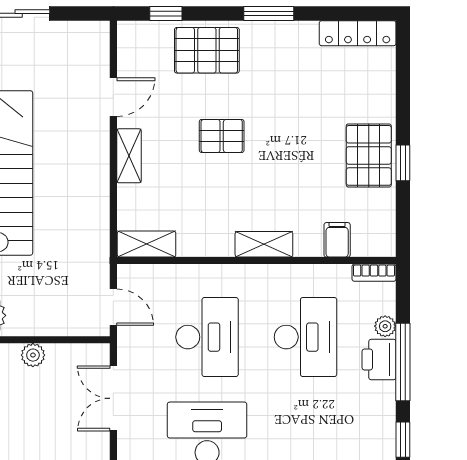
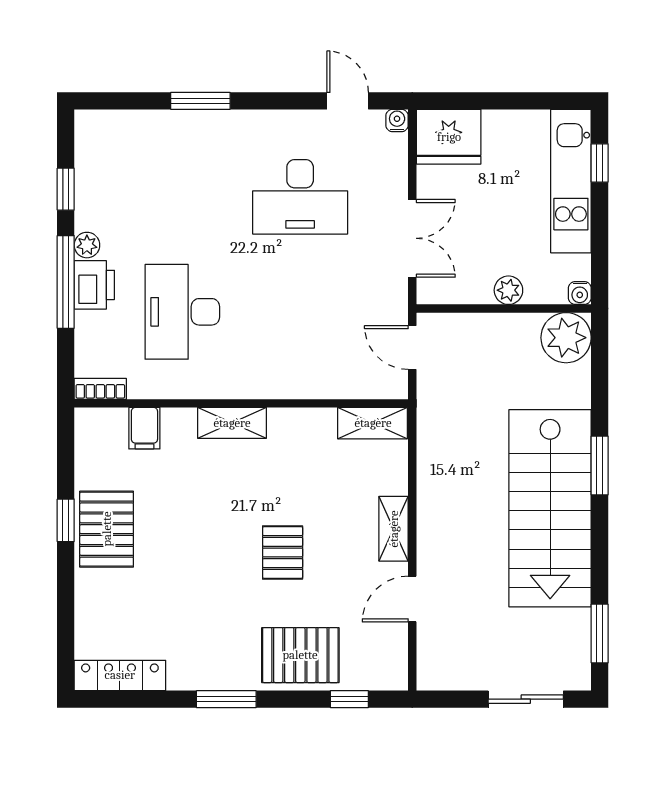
pallet: (222, 136) -> (283, 552), turned 90
plant: (385, 326) -> (87, 245), moved
desk: (207, 337) -> (300, 312), removed

